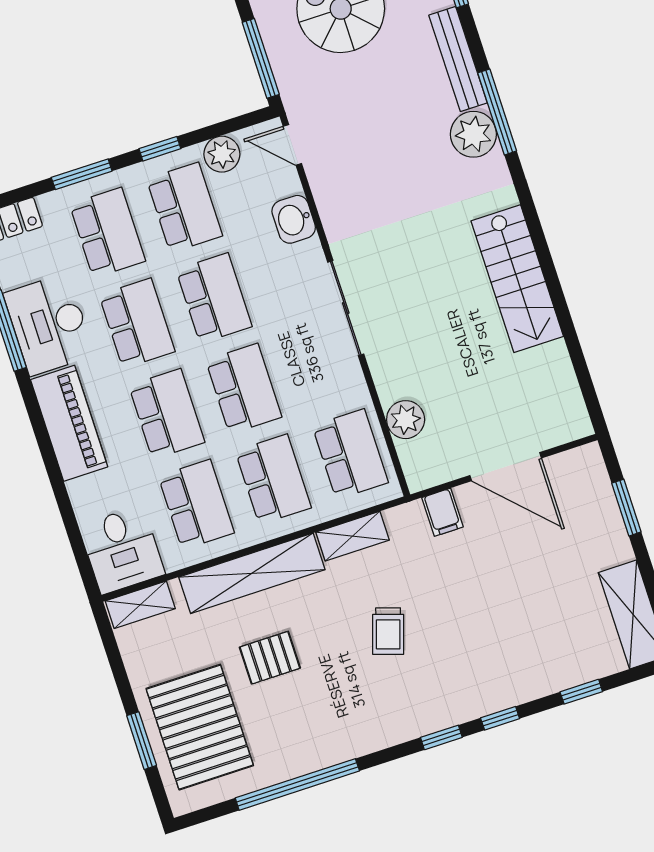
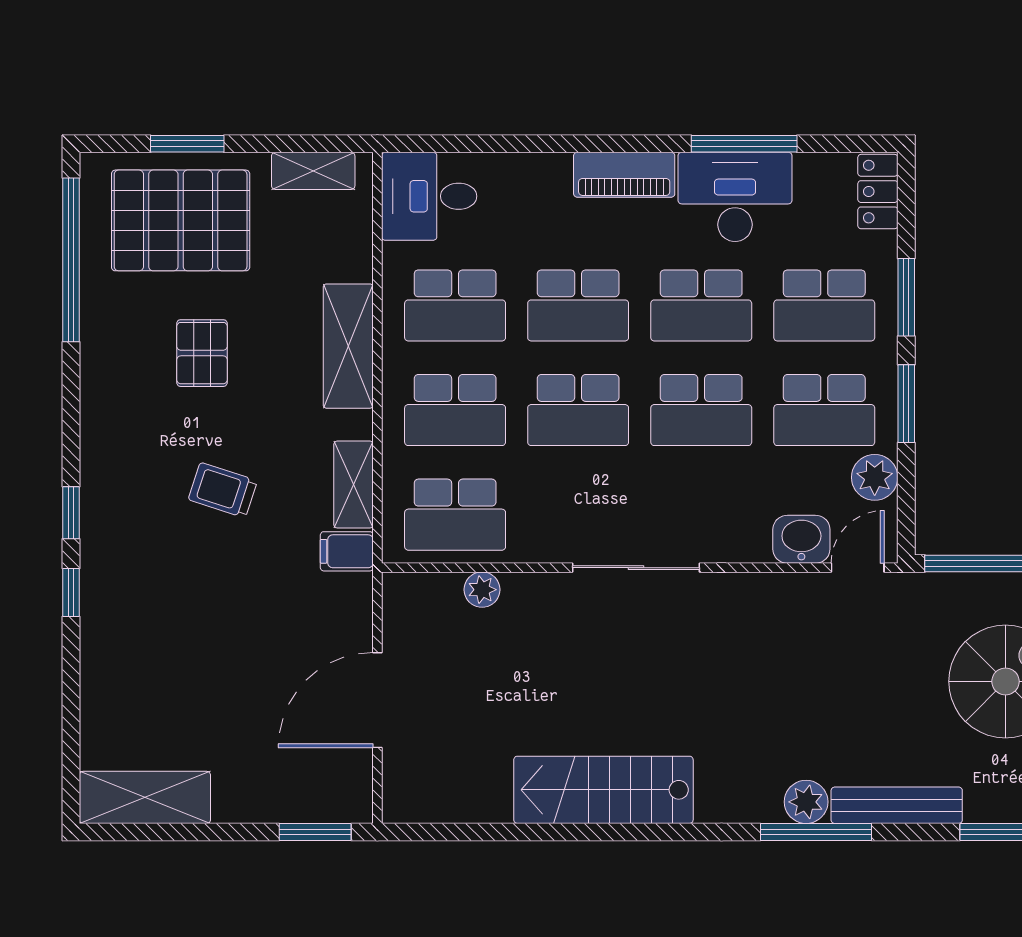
plant: (473, 134) -> (806, 802), width x0.73, depth x0.73
window: (160, 149) -> (906, 404), width x1.50
washbasin: (294, 219) -> (801, 539), moved
plant: (406, 420) -> (482, 590), width x0.73, depth x0.73
piano: (69, 423) -> (624, 175), width x0.73, depth x0.75
window: (626, 508) -> (315, 832), moved
filing cabinet: (443, 512) -> (347, 551), moved
shelving: (252, 573) -> (348, 346), width x0.68
shelving: (140, 605) -> (313, 171), moved, turned 90
pallet: (270, 658) -> (202, 353), moved
window: (581, 692) -> (71, 703), removed
window: (297, 784) -> (71, 260), moved

